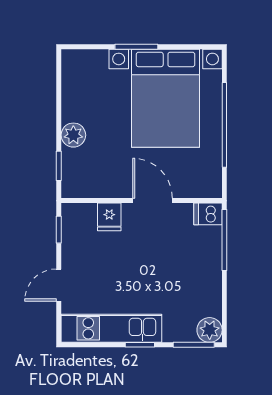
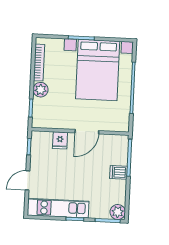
bookcase: (69, 91) -> (39, 63), added
door: (153, 201) -> (87, 132), swing flipped
dishwasher: (208, 214) -> (119, 172), moved

